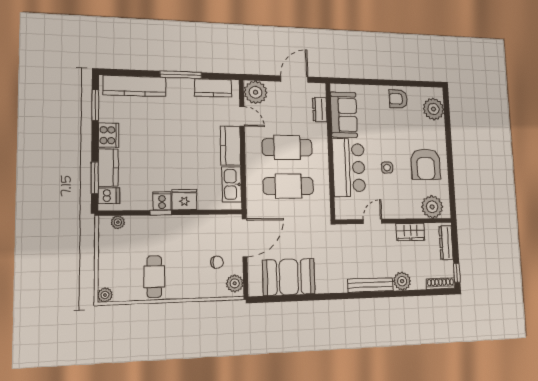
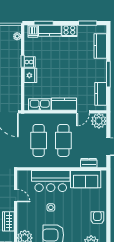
kitchen counter: (135, 86) -> (100, 46), width x0.67

